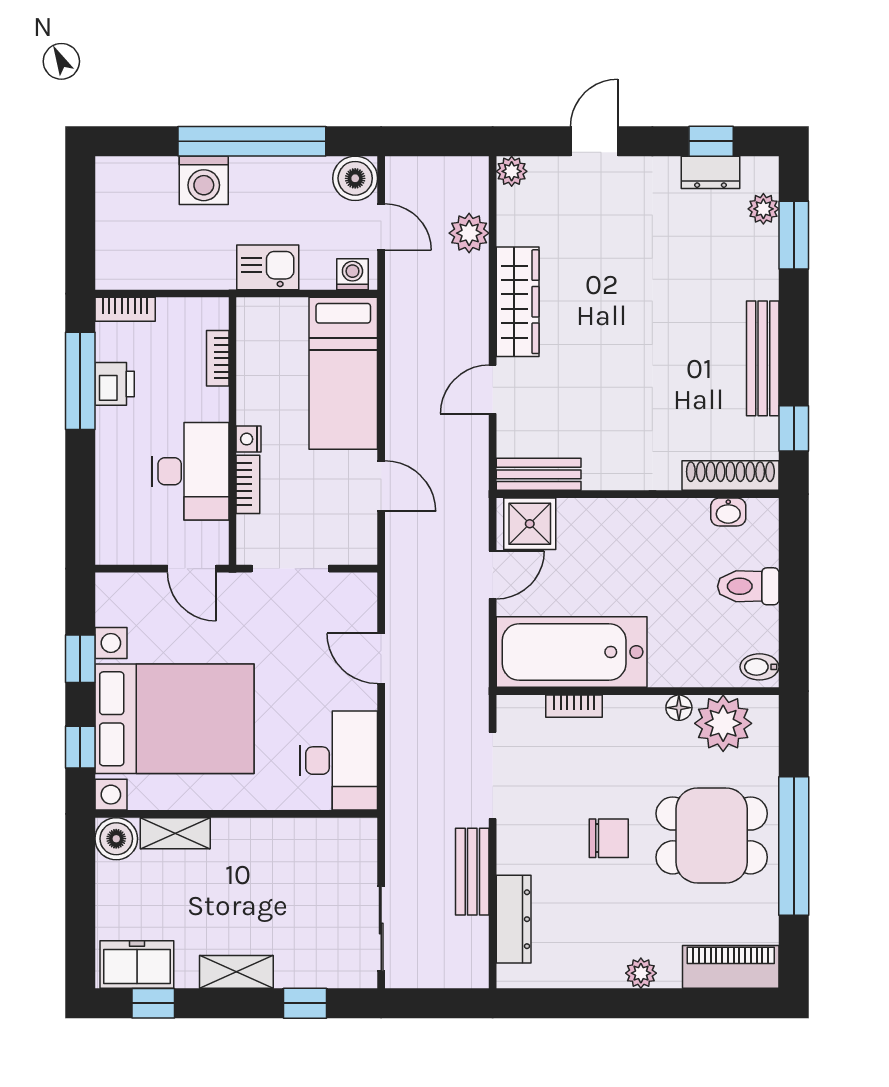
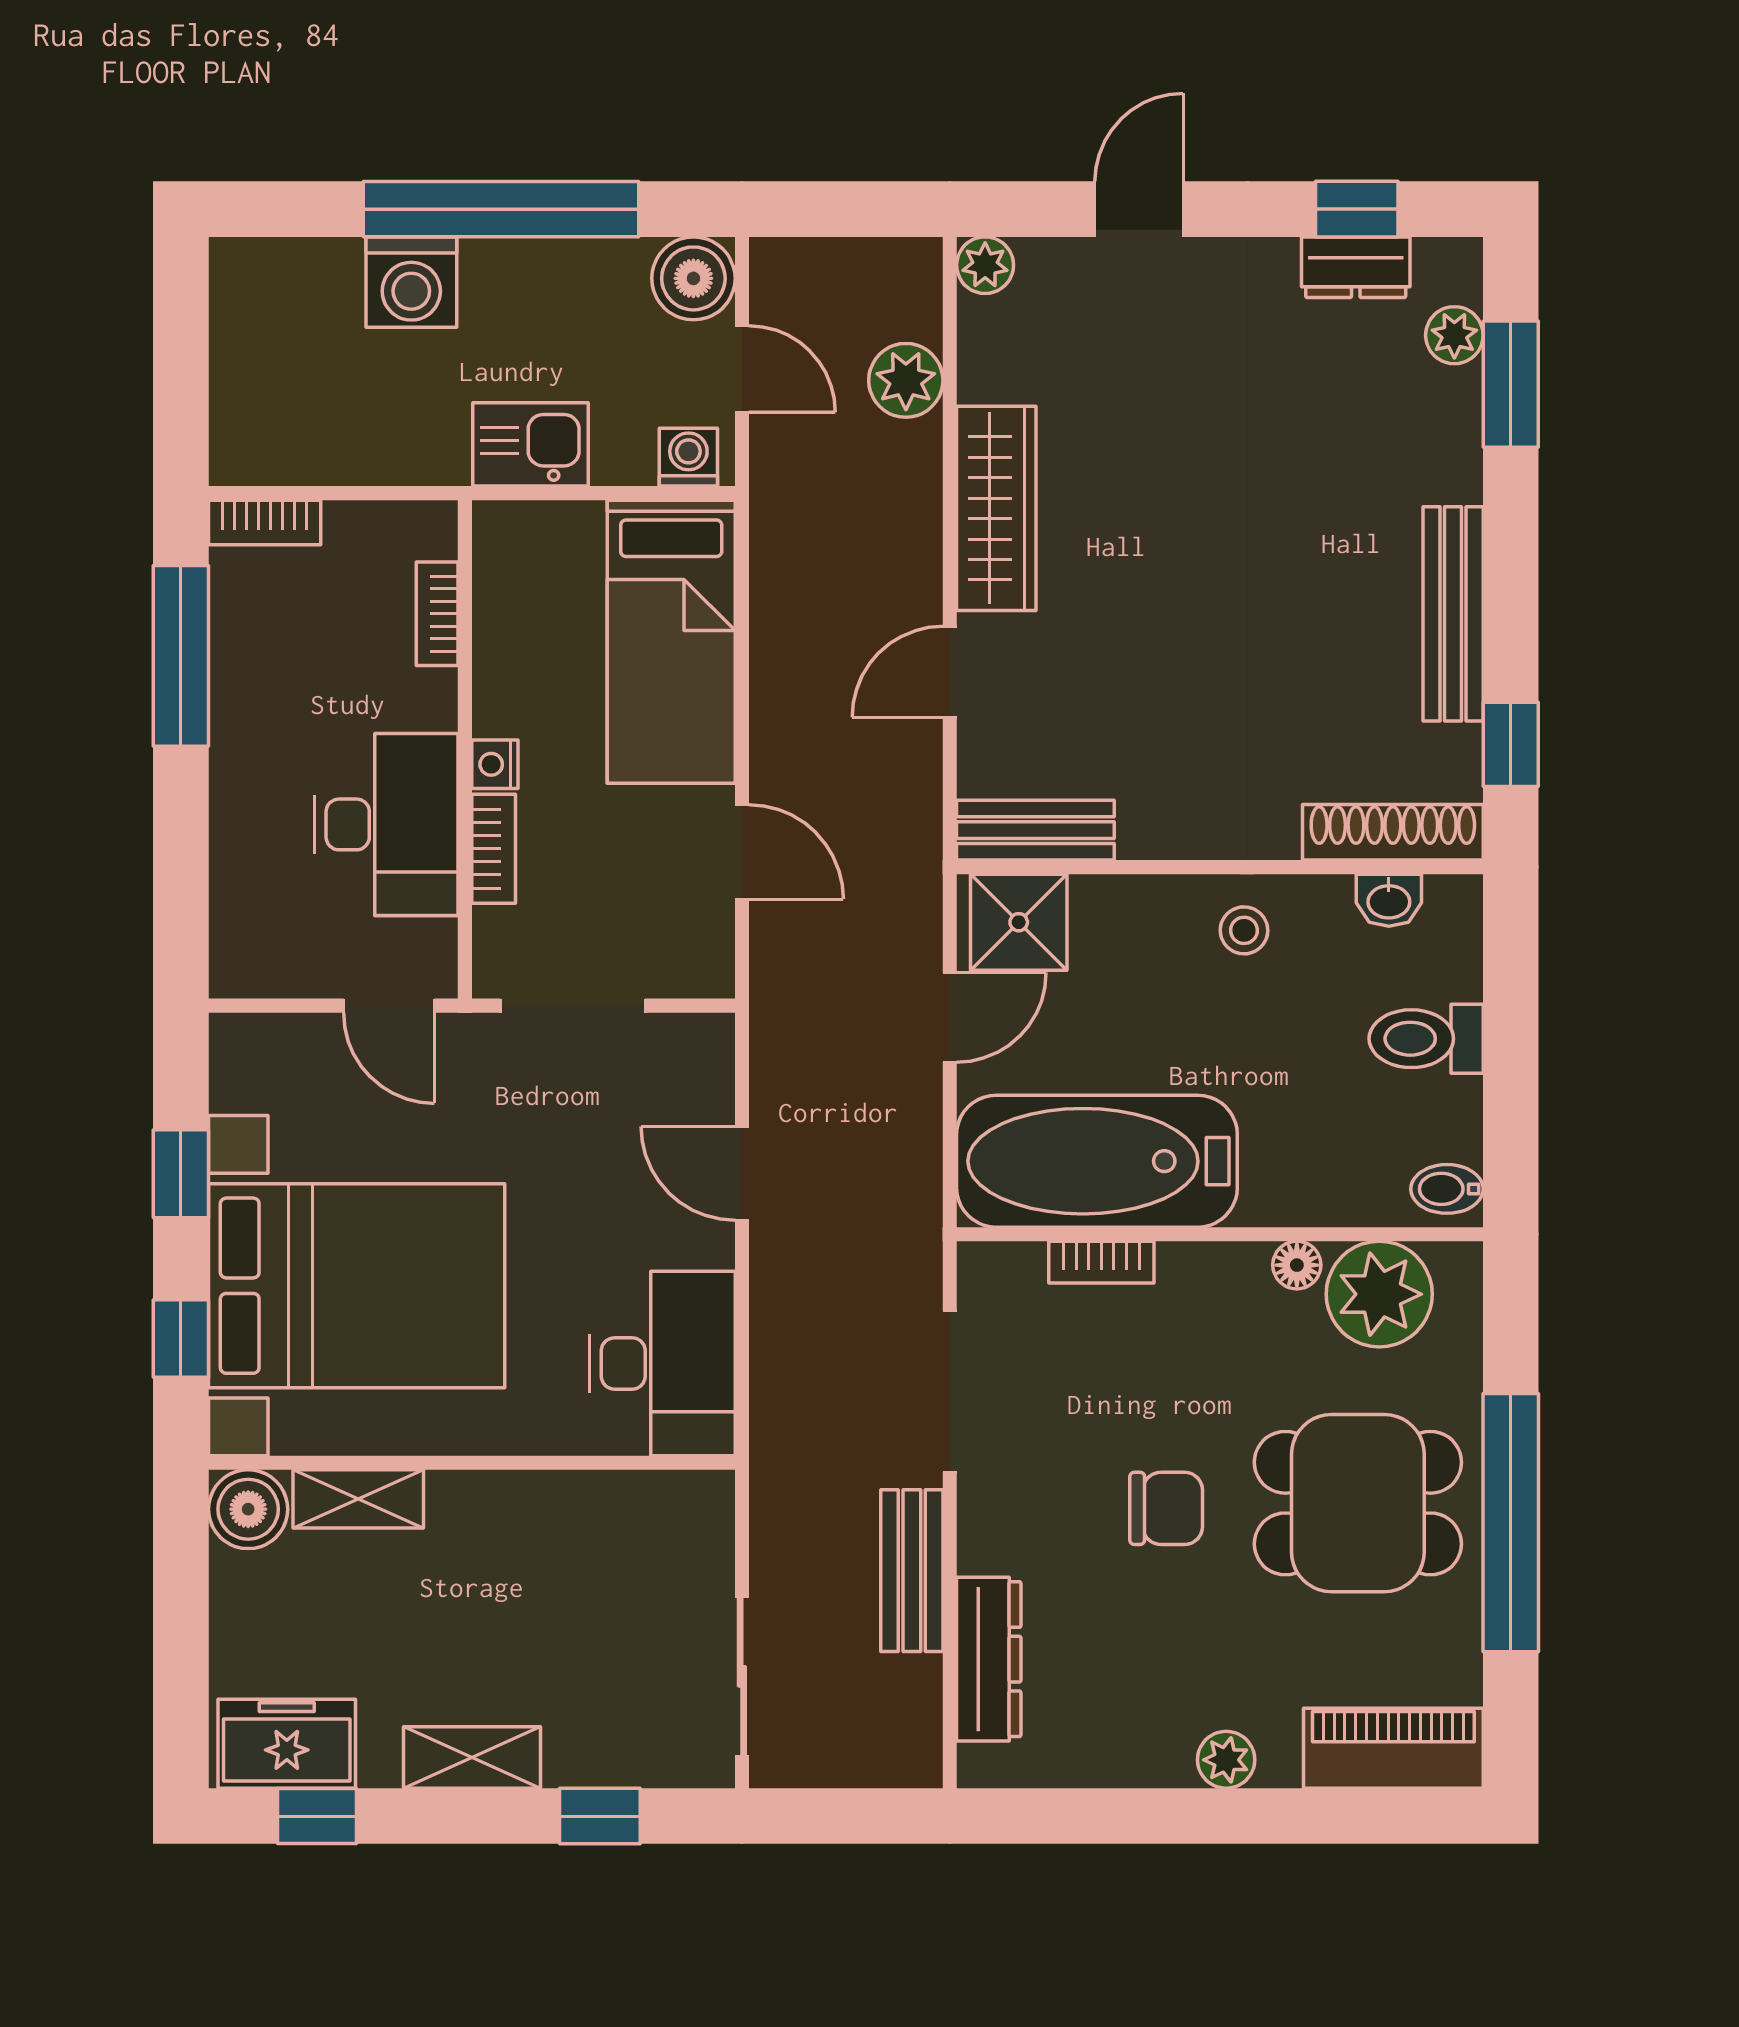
printer: (115, 384) -> (245, 662), removed
stool: (651, 528) -> (1244, 930), added

